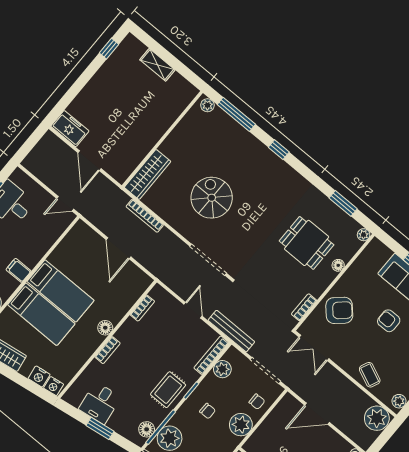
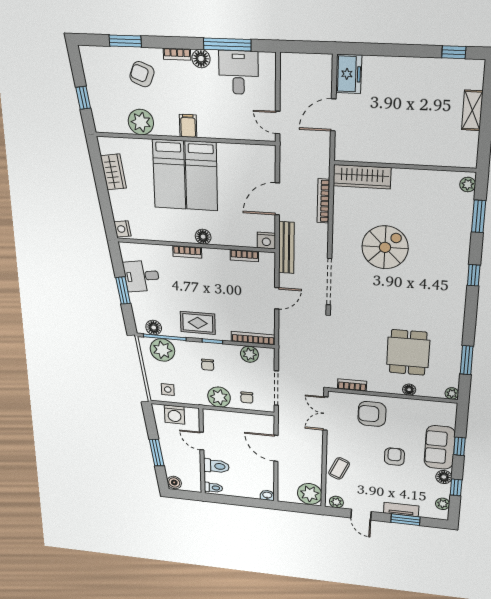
window: (236, 114) -> (479, 216), width x0.69
armchair: (339, 310) -> (372, 414), turned 132
bench: (231, 331) -> (286, 248), moved
nightstand: (39, 376) -> (266, 241), moved, turned -82

